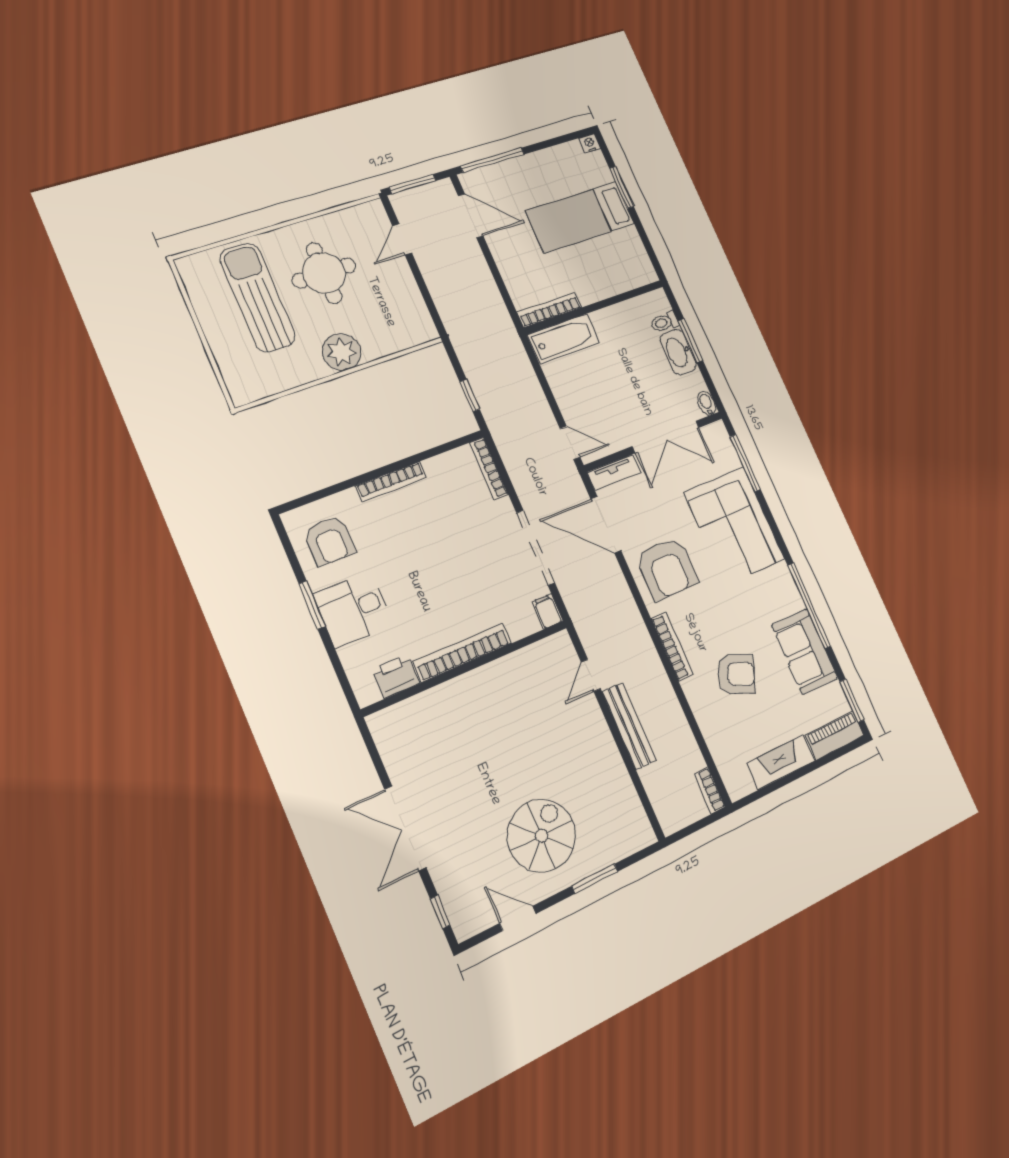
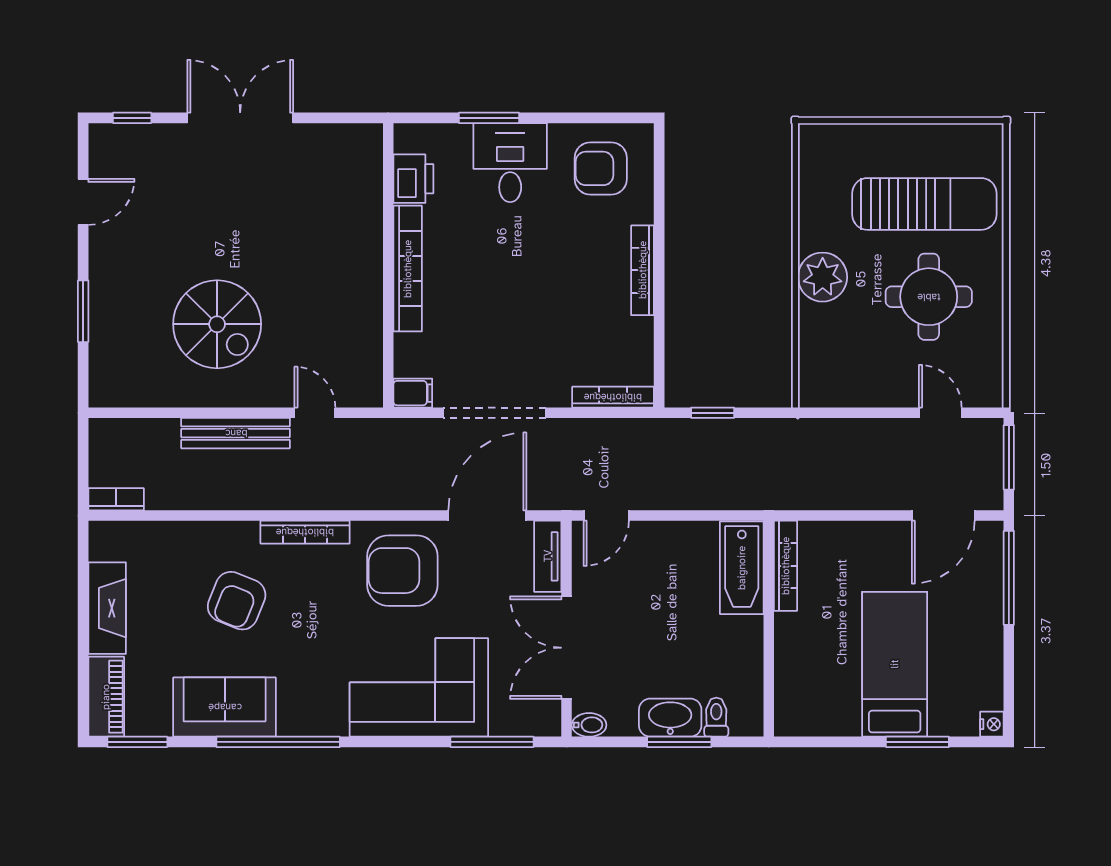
window: (312, 605) -> (489, 118), moved
spiral stairs: (541, 836) -> (217, 324), moved

